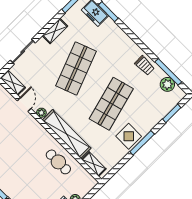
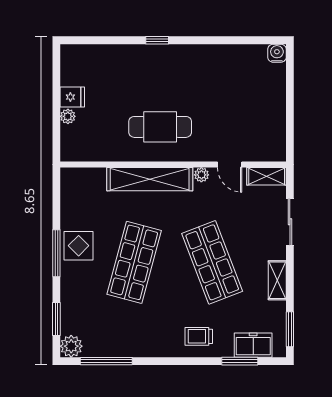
trolley: (145, 65) -> (199, 336), moved
plant: (167, 84) -> (71, 346), moved
shop shelf: (111, 104) -> (134, 262), turned 30
cafe table: (58, 162) -> (160, 127), moved, width x1.37, depth x1.35
shelving: (94, 164) -> (86, 176), removed

